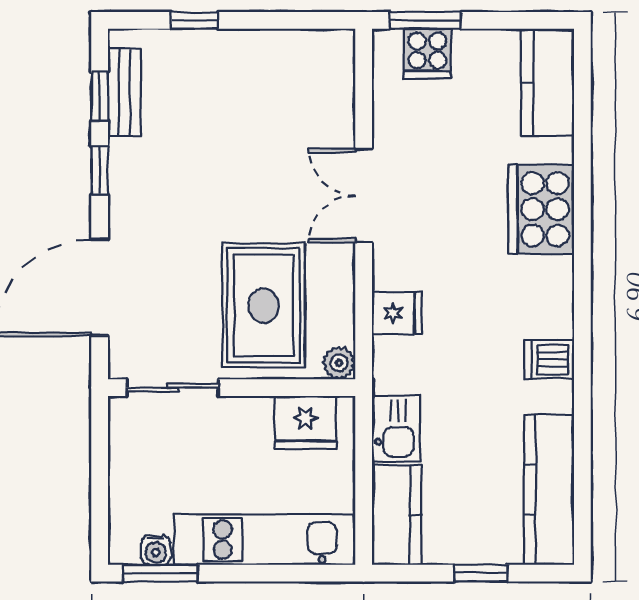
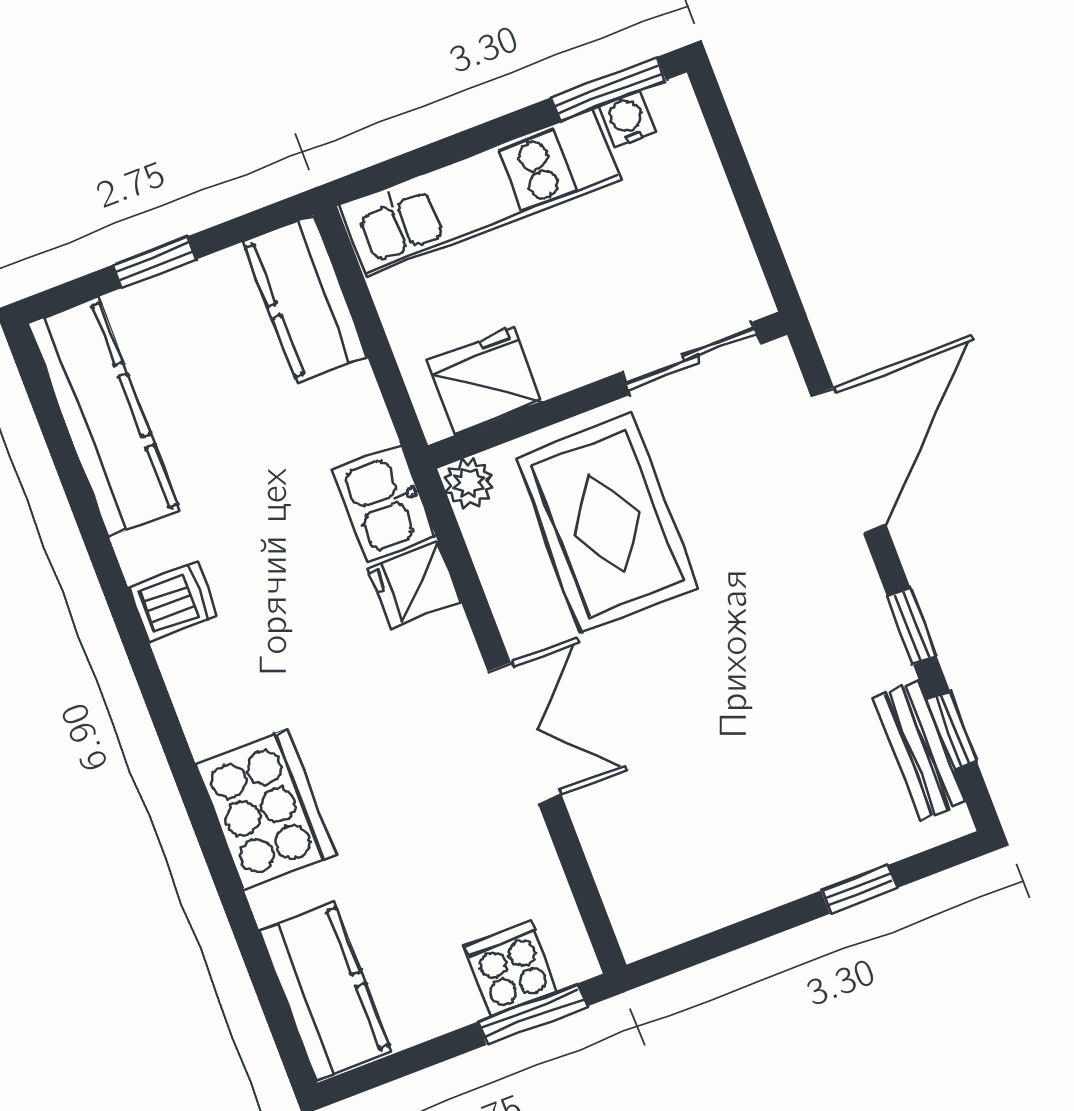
kitchen sink: (396, 429) -> (384, 503), moved

